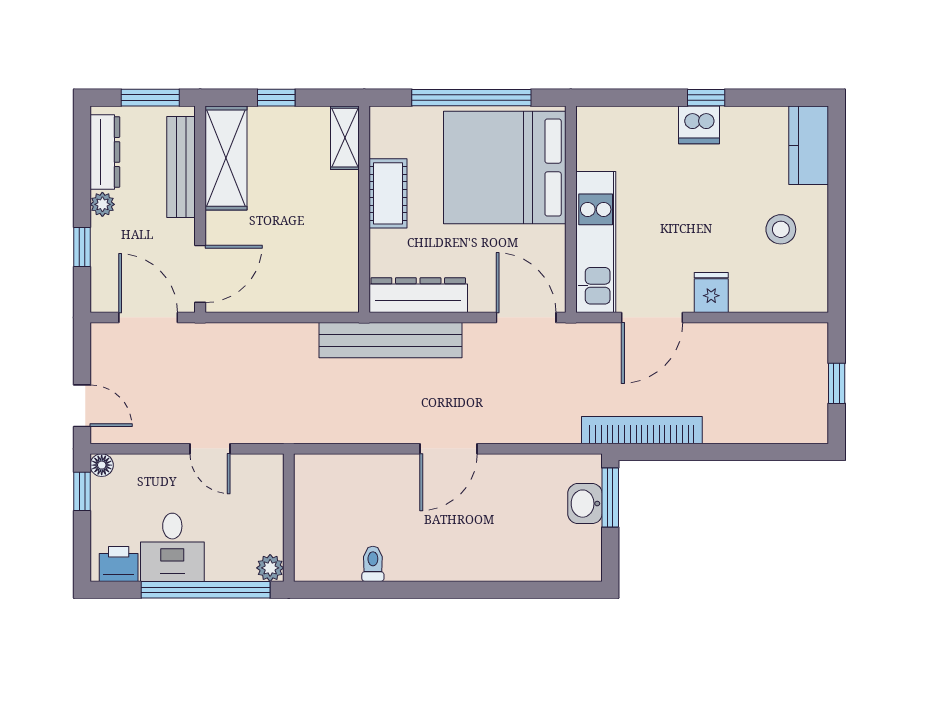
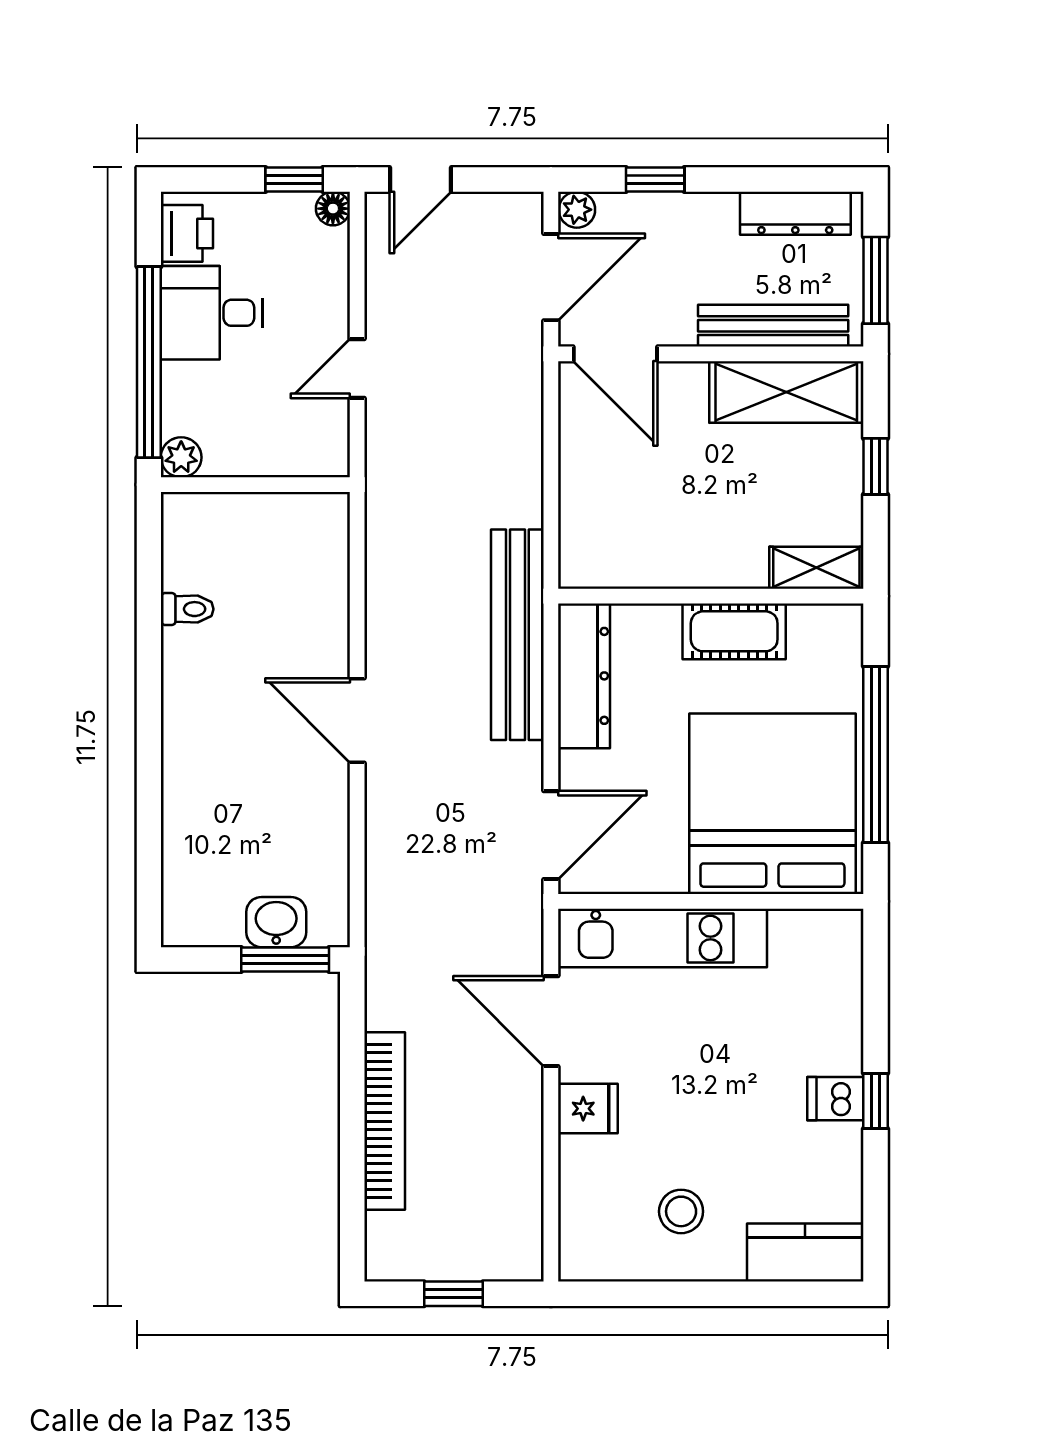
dishwasher: (699, 125) -> (835, 1099), width x0.73
plant: (102, 204) -> (577, 210), moved
bookcase: (642, 430) -> (385, 1121), moved

